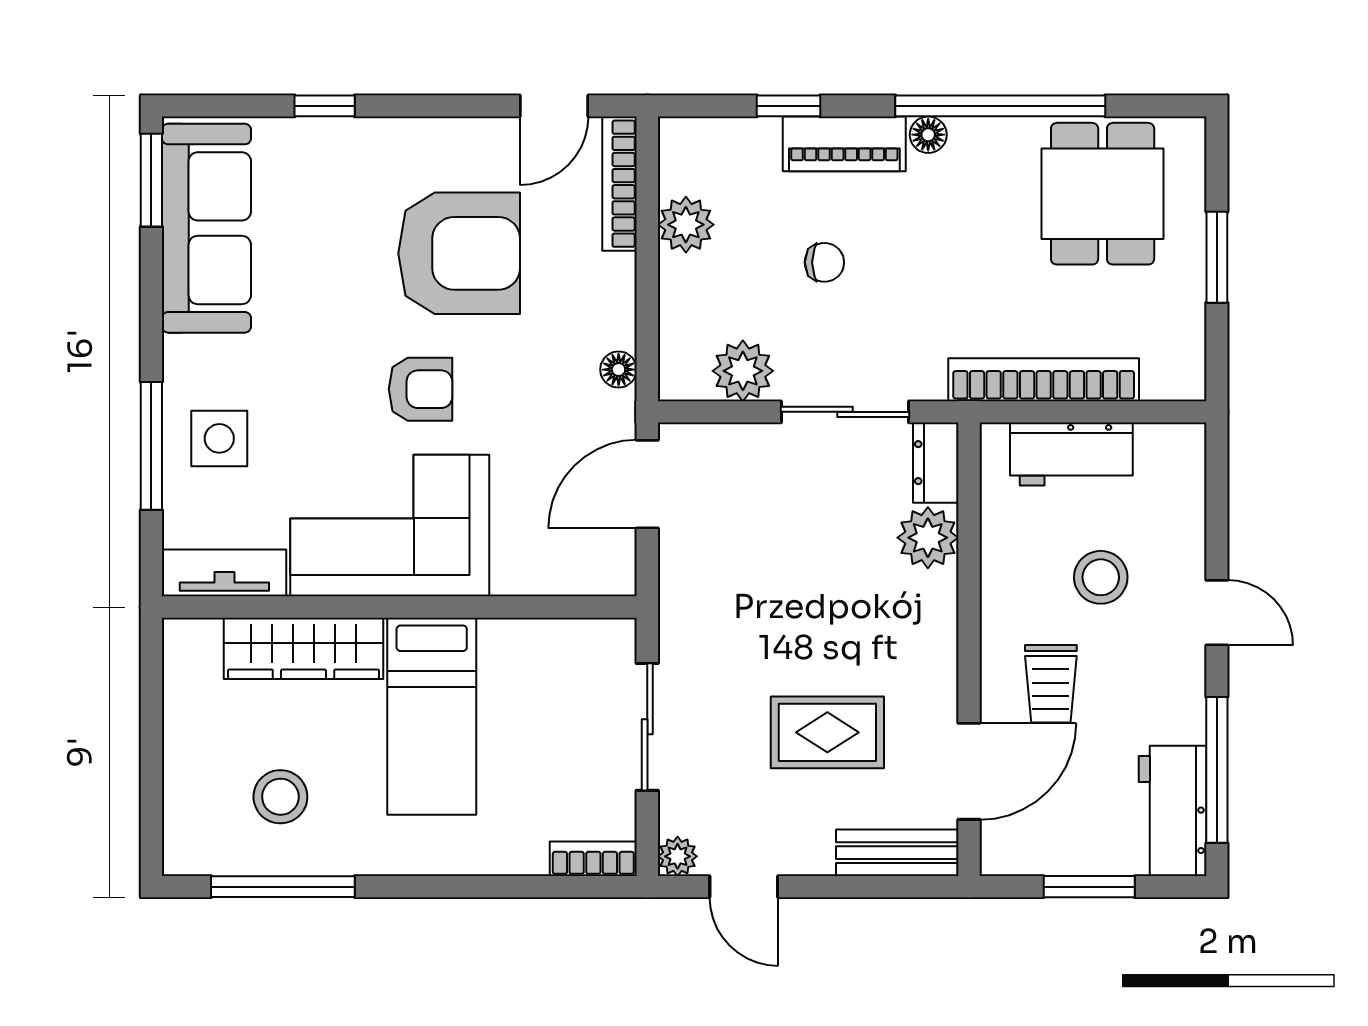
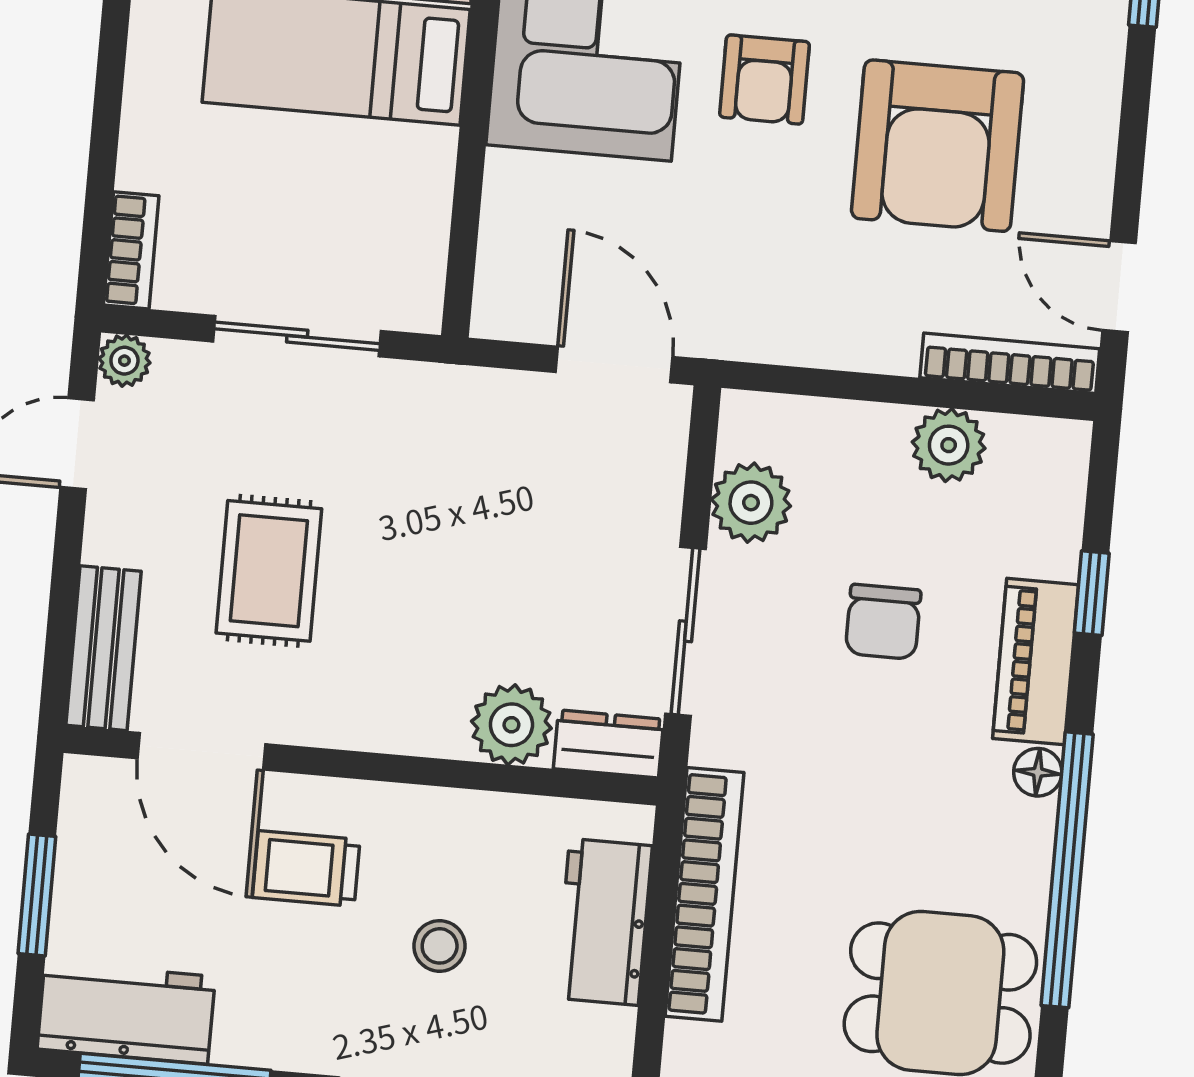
chair: (824, 262) -> (883, 622), width x1.37, depth x1.37
floor lamp: (619, 370) -> (767, 340), removed
stool: (1101, 577) -> (440, 946), width x0.73, depth x0.73

